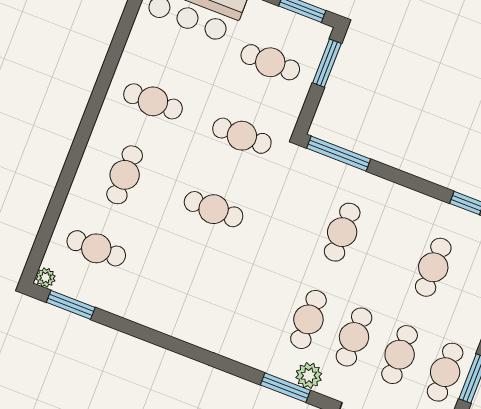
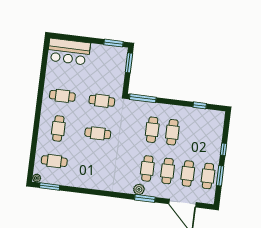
cafe table: (270, 62) -> (106, 68), removed
cafe table: (433, 267) -> (172, 132), moved
plant: (309, 376) -> (139, 189), moved

